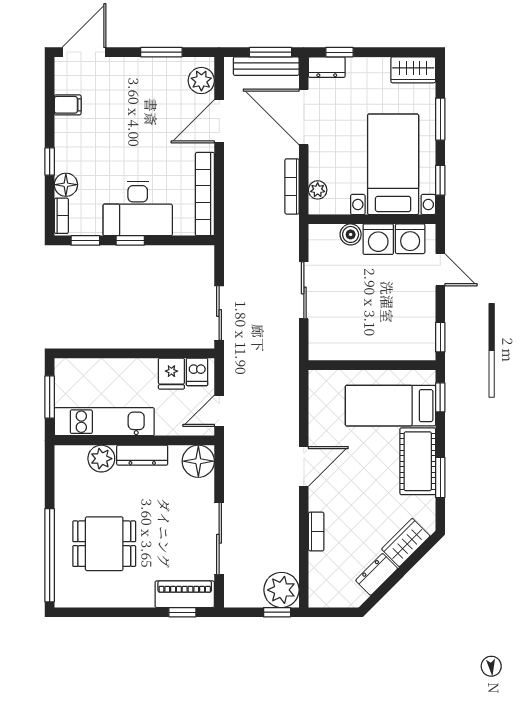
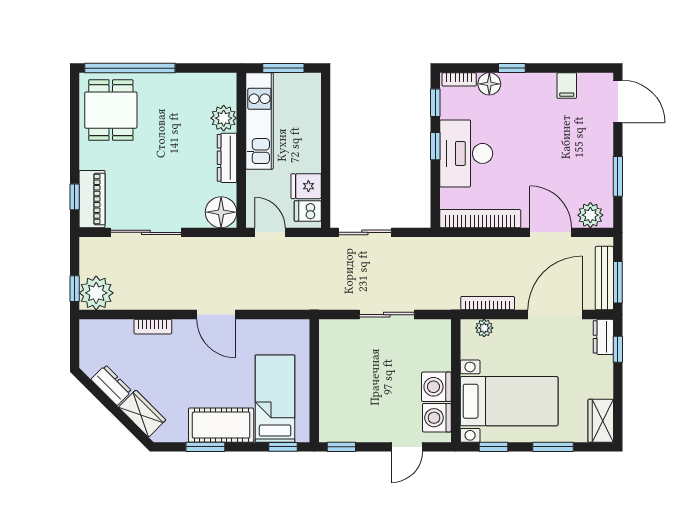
boiler: (351, 234) -> (441, 360), removed
dining table: (104, 544) -> (111, 110), moved

